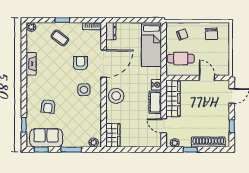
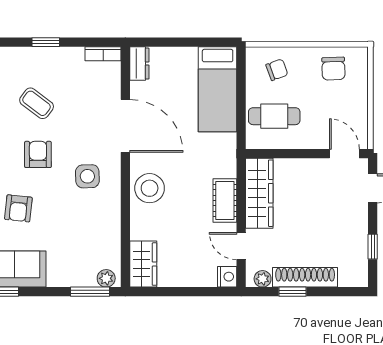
coffee table: (60, 38) -> (37, 103), moved
armchair: (81, 63) -> (38, 154), moved
door: (104, 64) -> (125, 126), hinge flipped
door: (207, 78) -> (344, 154), moved
nightstand: (156, 85) -> (227, 277), moved
shoe rack: (208, 142) -> (305, 277), moved
window: (71, 150) -> (90, 292), moved

